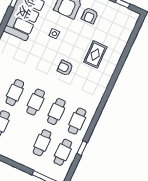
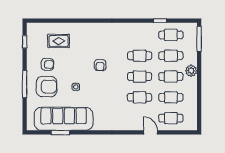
rug: (95, 55) -> (59, 41), moved
cafe table: (77, 121) -> (171, 77), moved
plant: (18, 156) -> (191, 71), added

